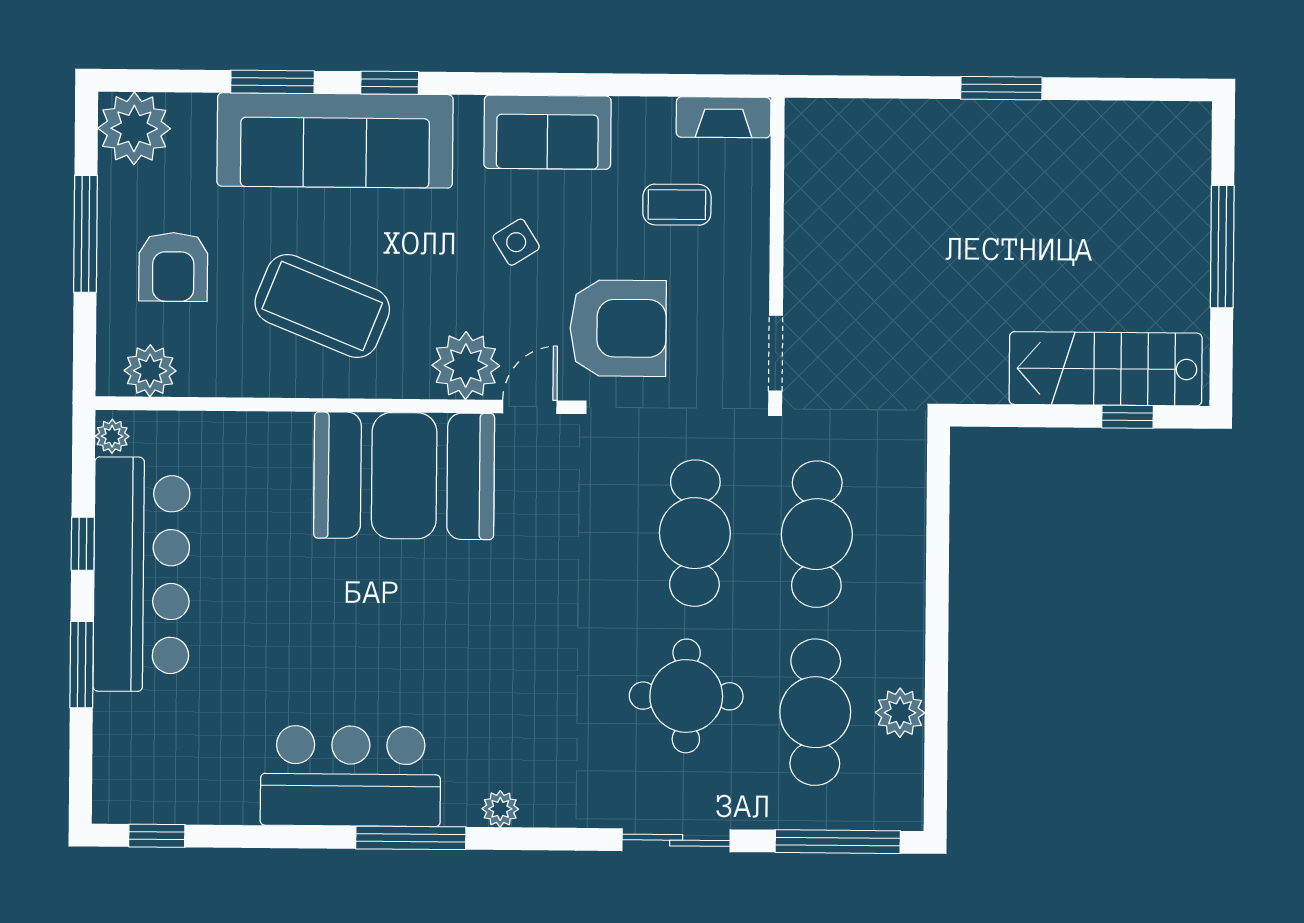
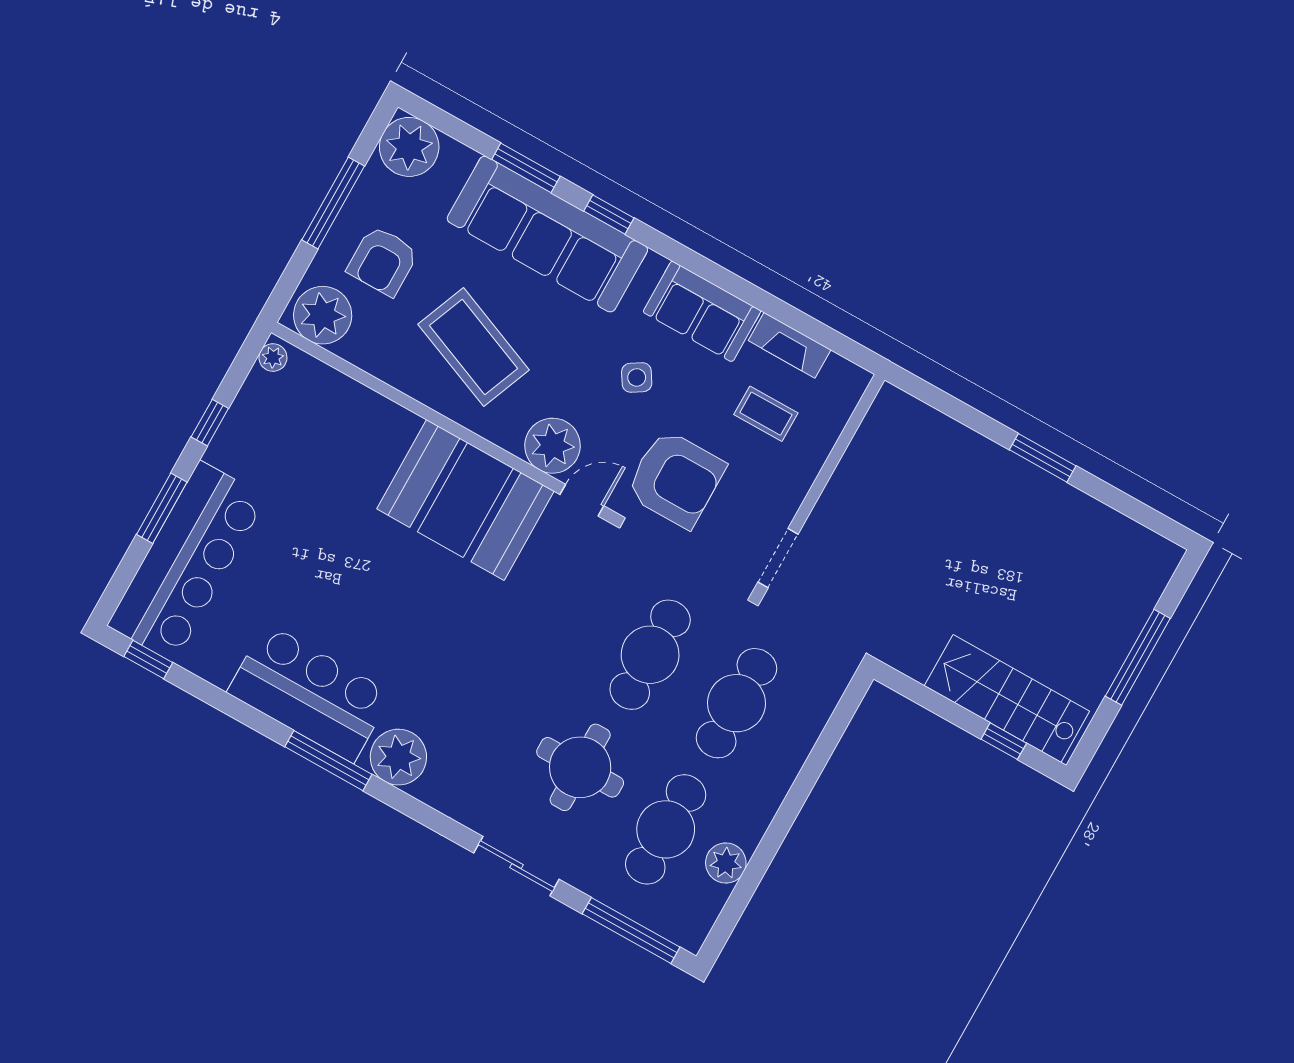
fireplace: (724, 117) -> (790, 345), moved
plant: (150, 371) -> (323, 315), width x1.36, depth x1.36
bar counter: (142, 574) -> (187, 561), moved
plant: (500, 809) -> (398, 757), width x1.87, depth x1.87

